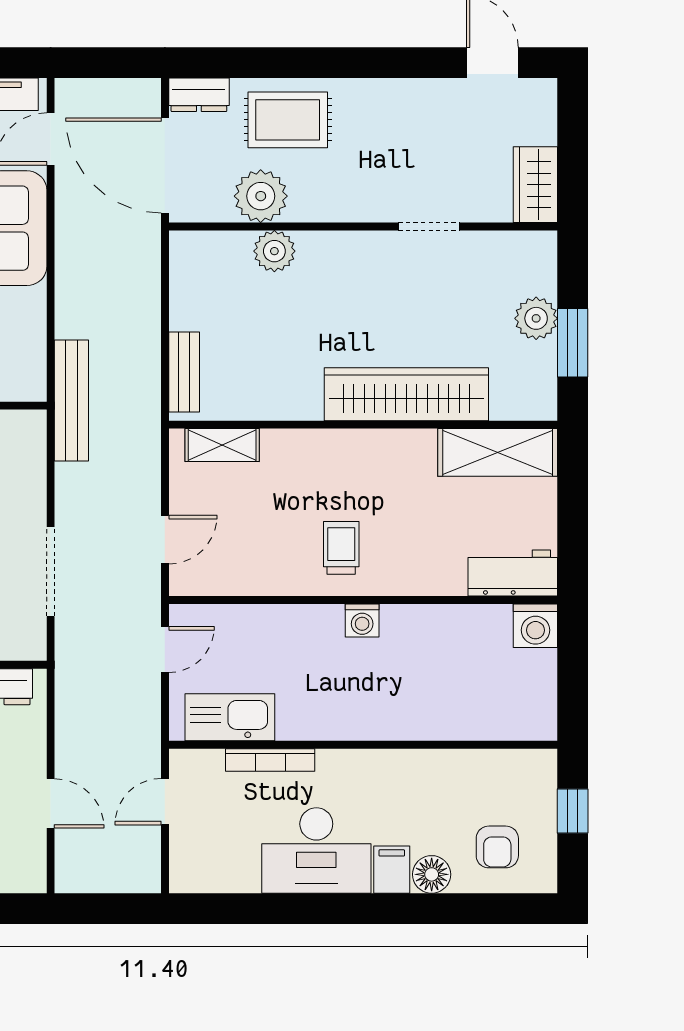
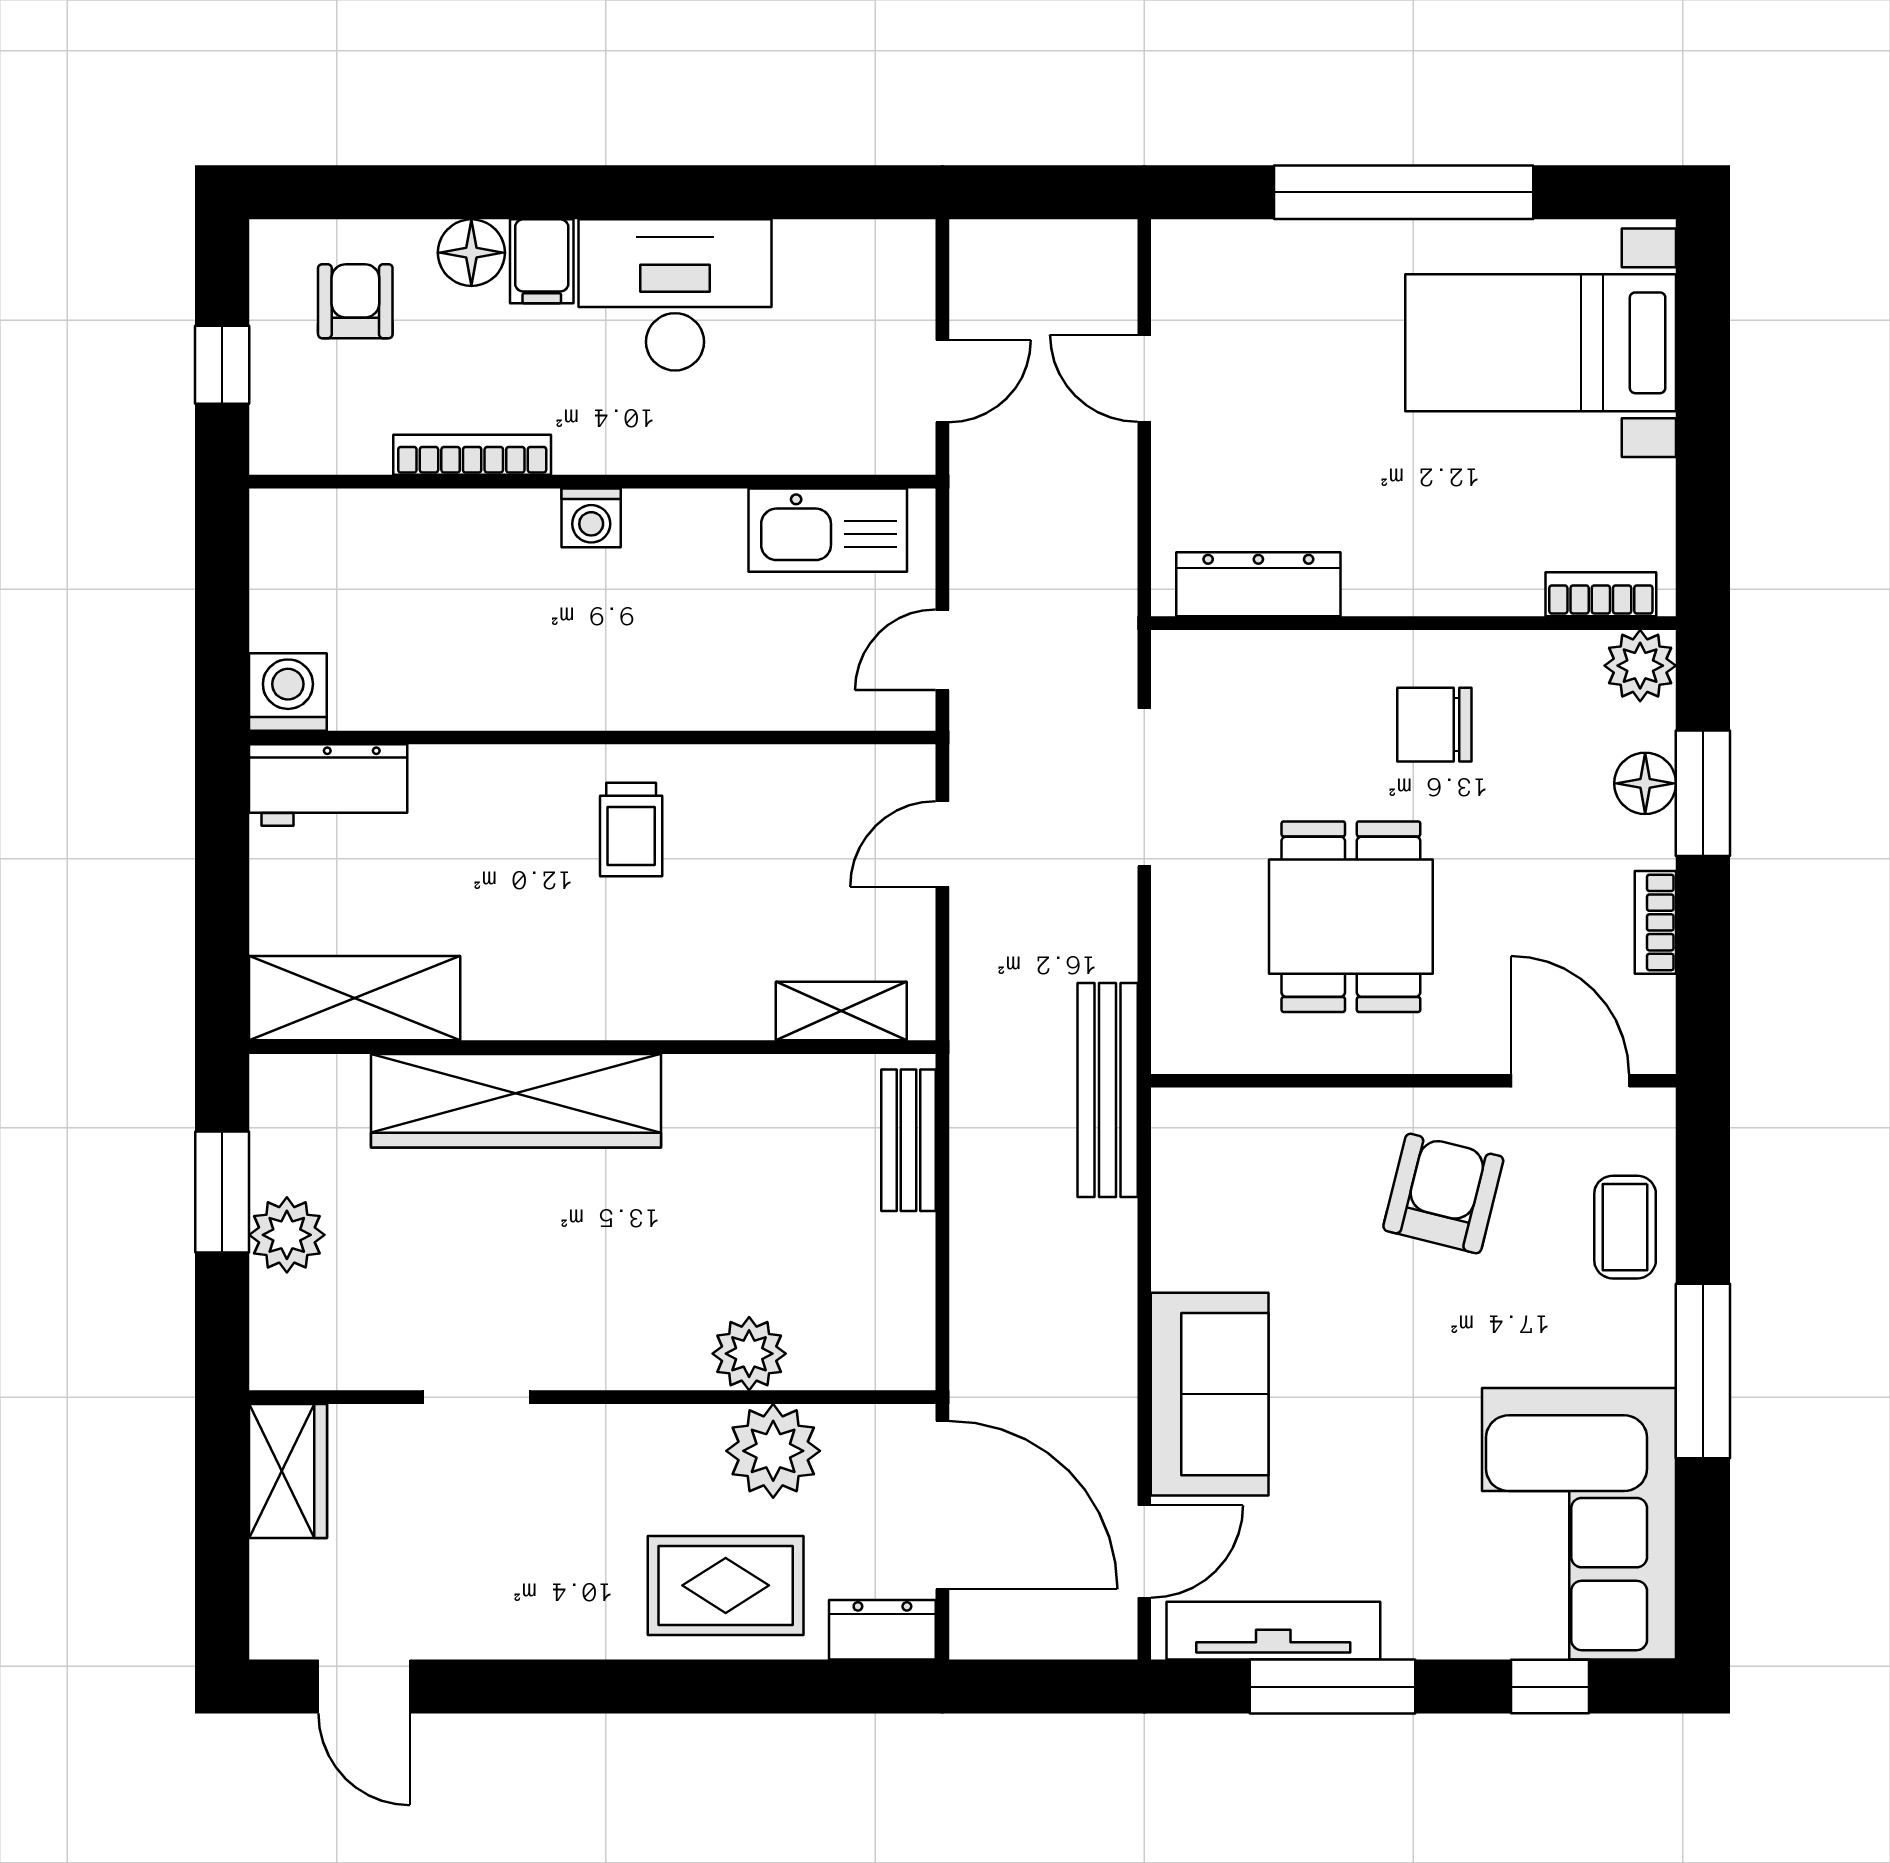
washing machine: (362, 620) -> (591, 518), moved, turned 180
bookcase: (270, 760) -> (472, 455), moved

